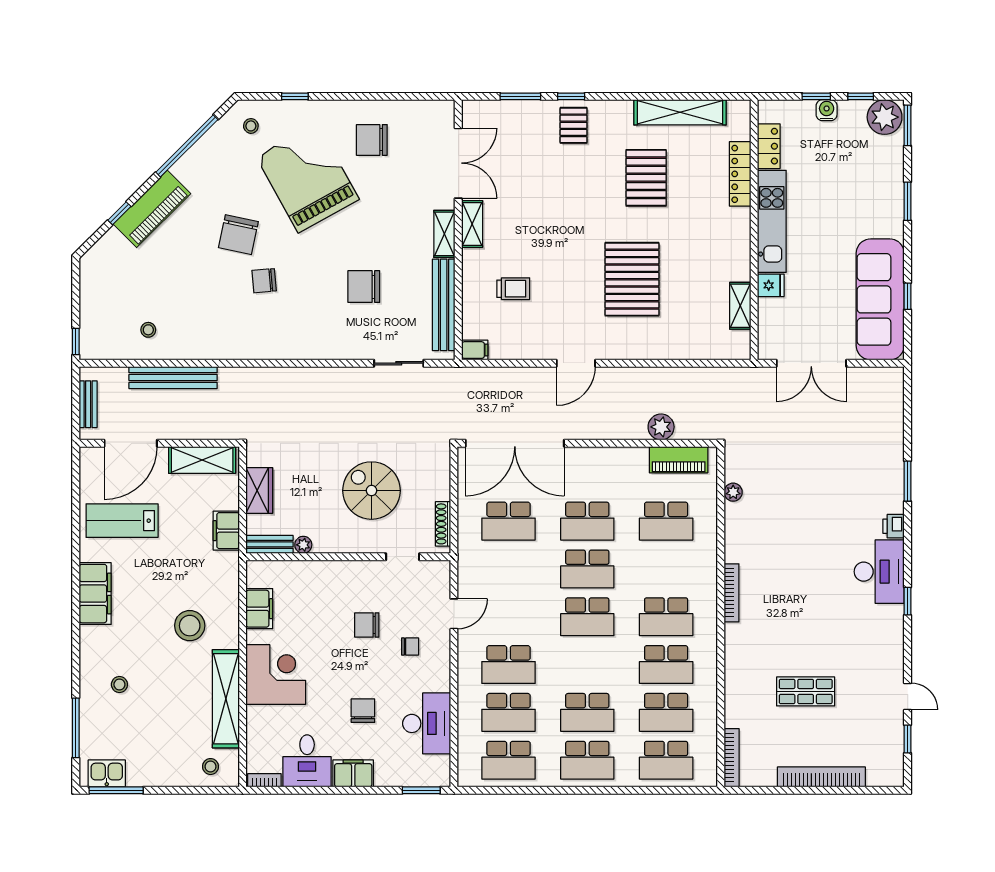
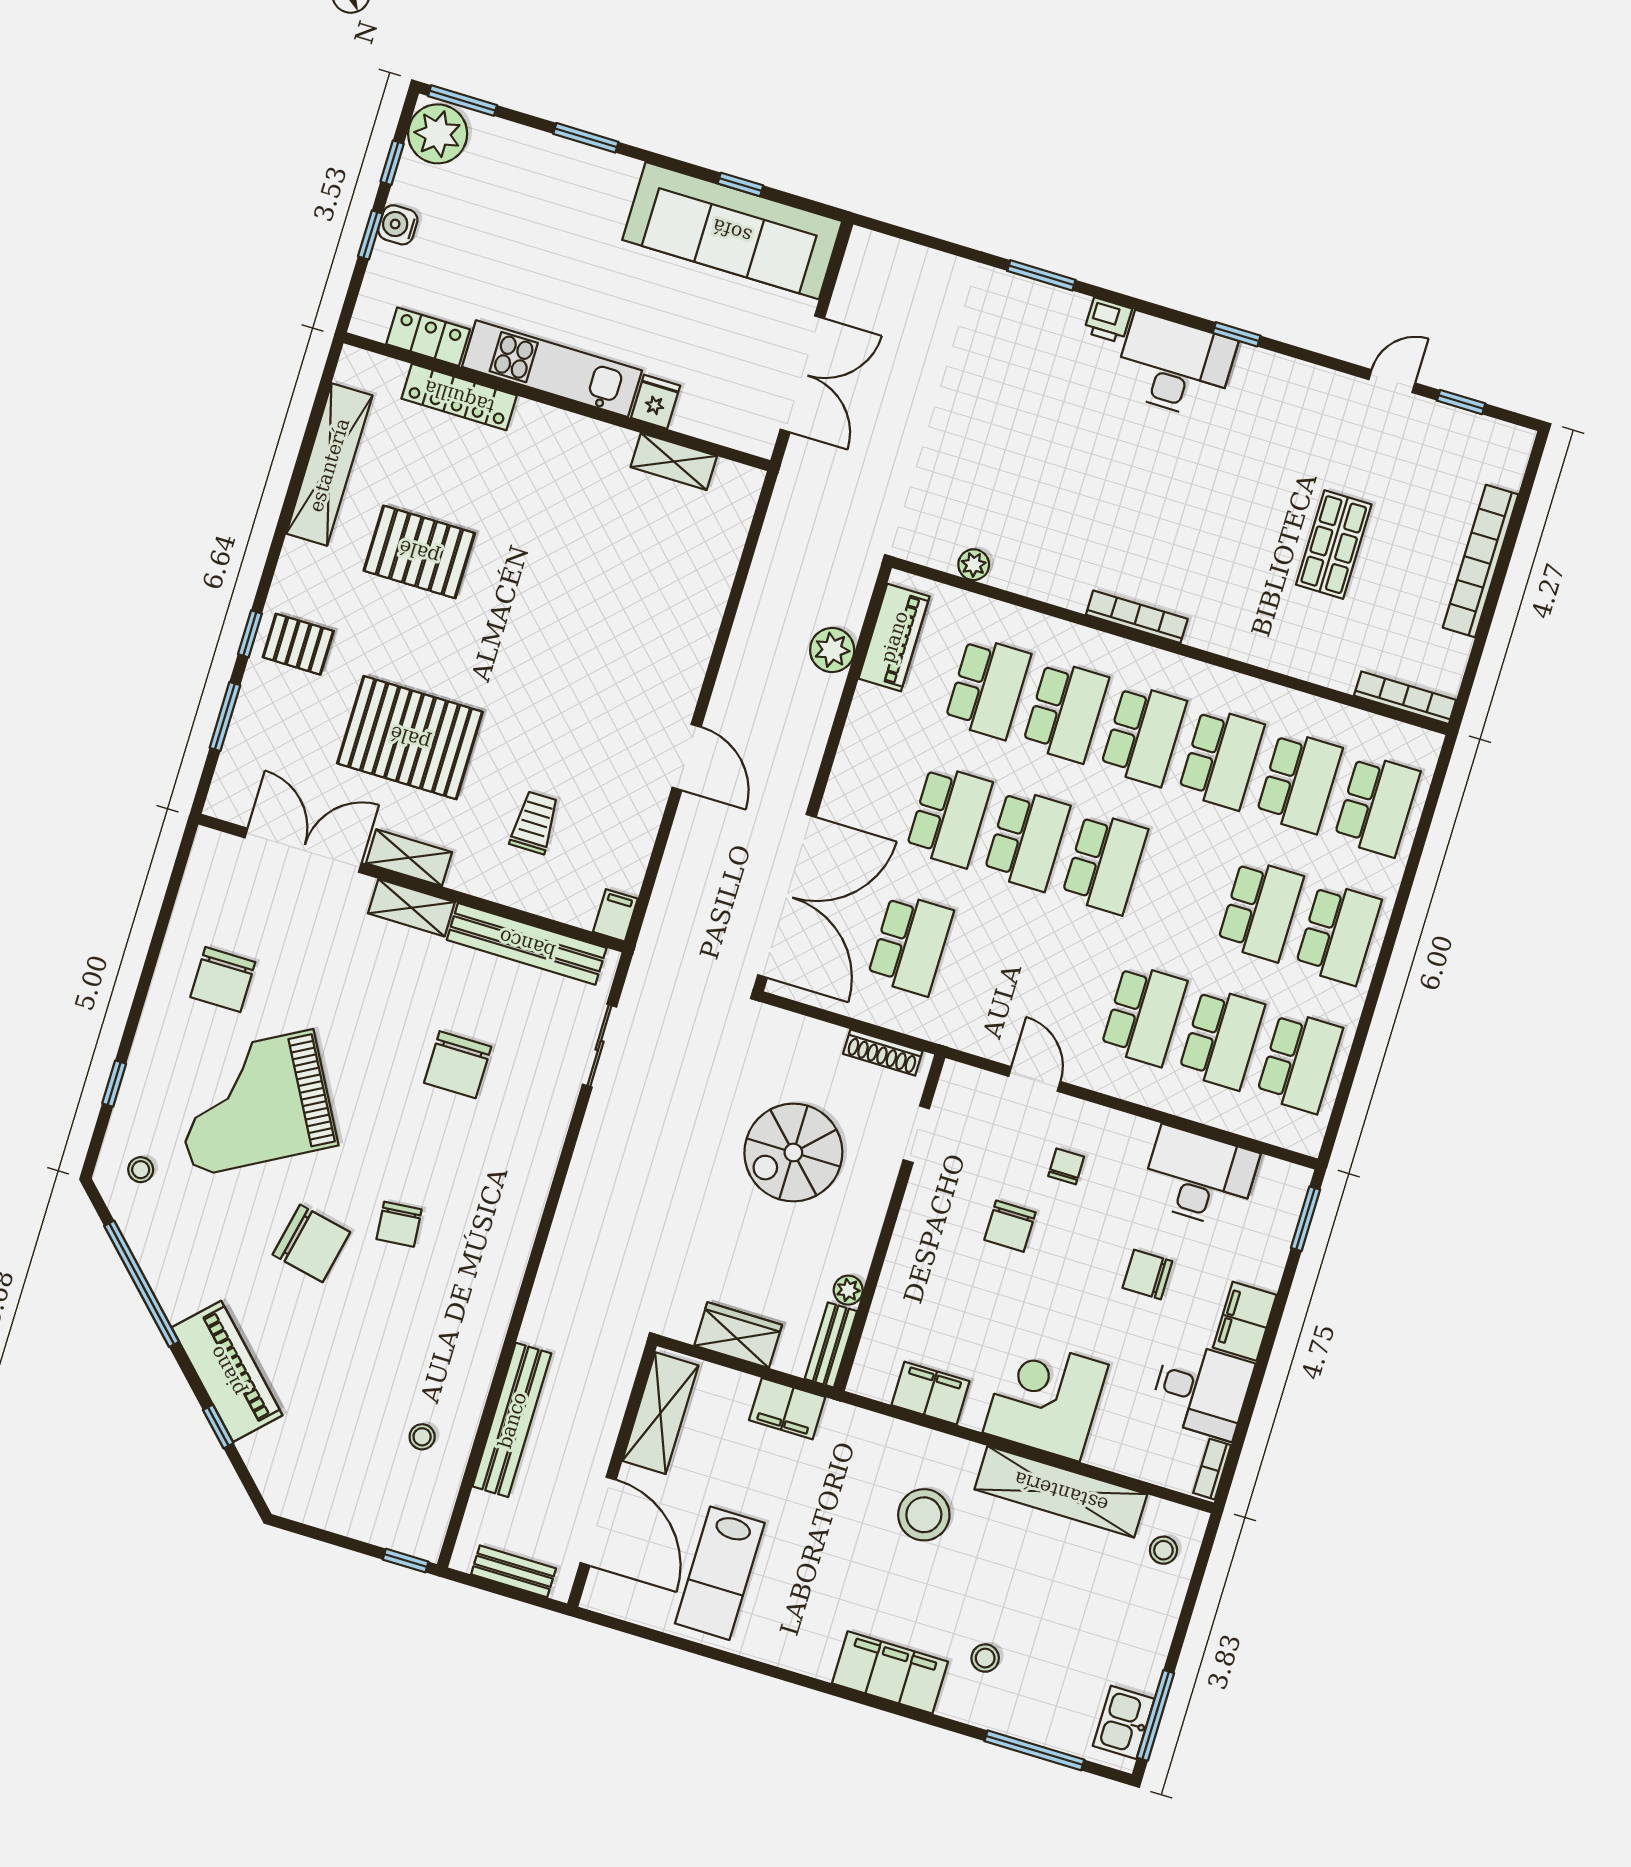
pallet: (632, 279) -> (410, 738), moved
school desk: (666, 569) -> (1066, 711), added
filing cabinet: (95, 594) -> (890, 1672), moved

